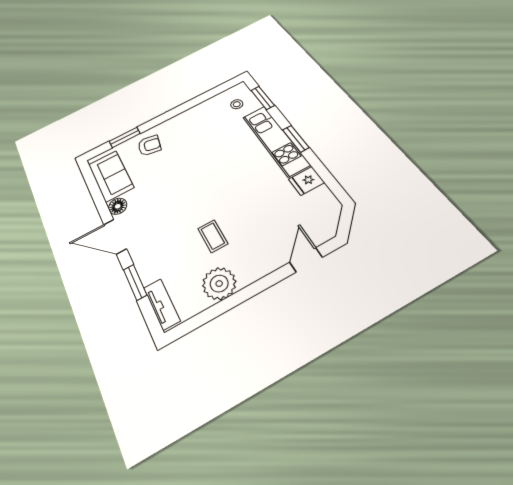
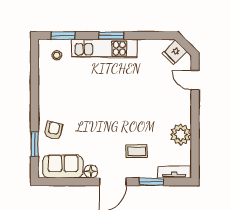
fridge: (306, 181) -> (175, 52), moved, turned 45
coffee table: (213, 236) -> (137, 151), moved

